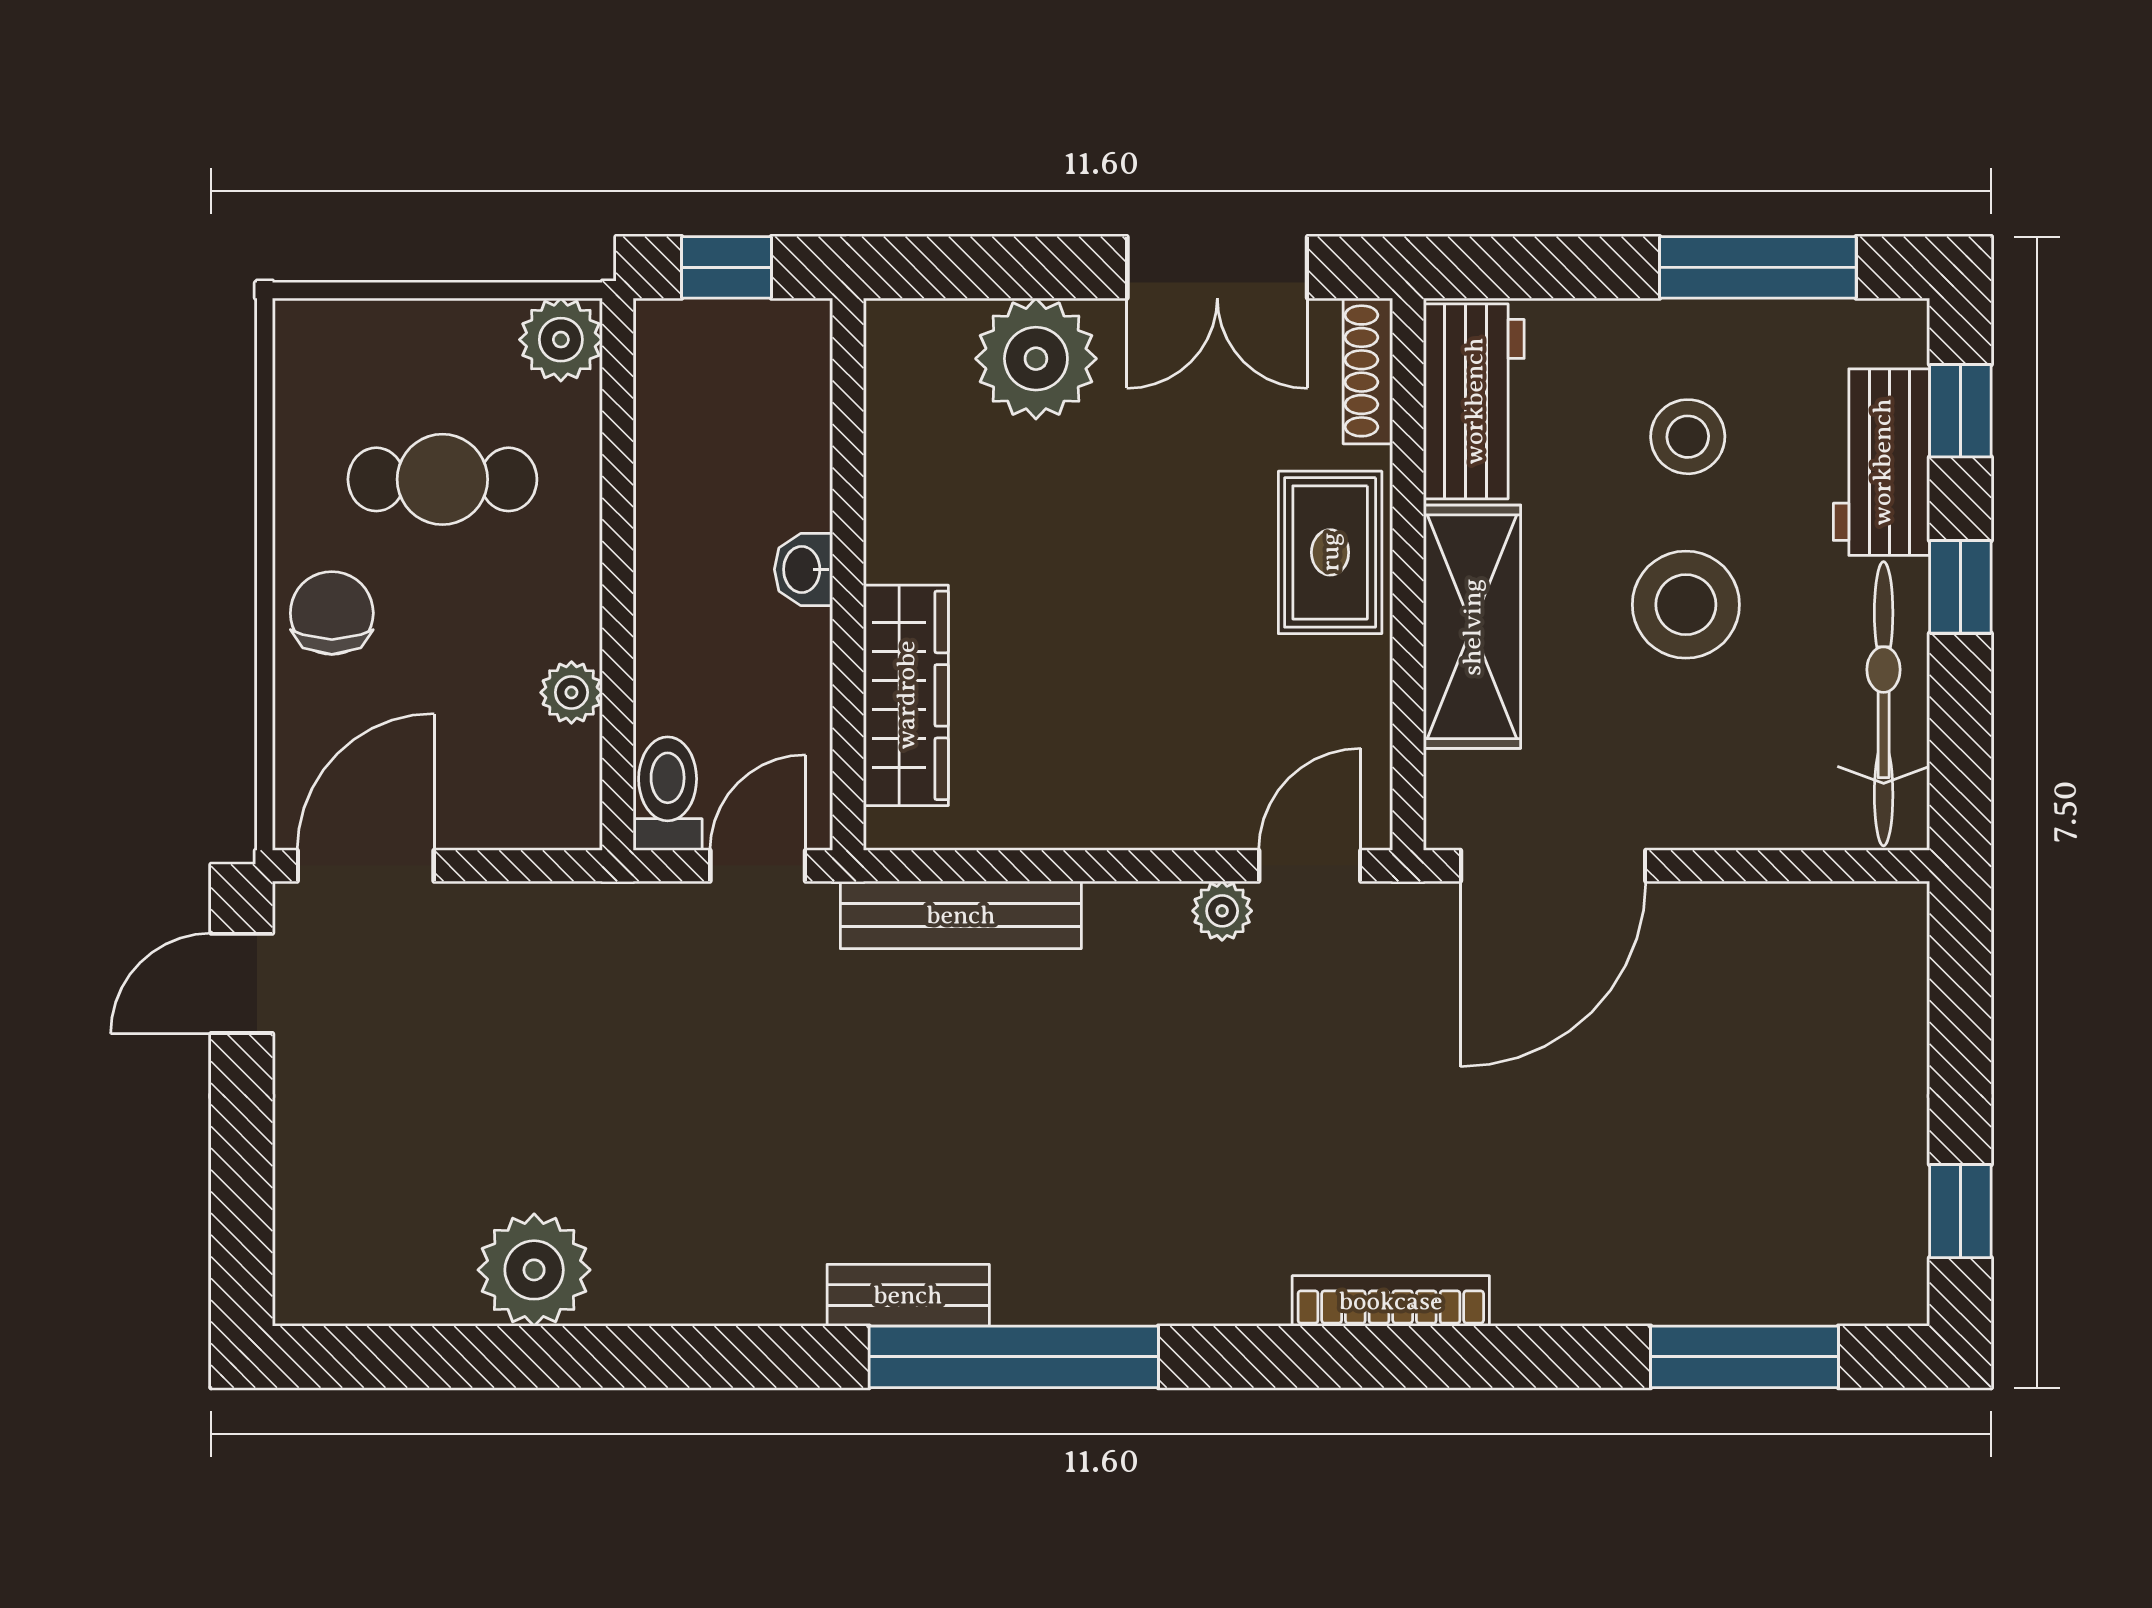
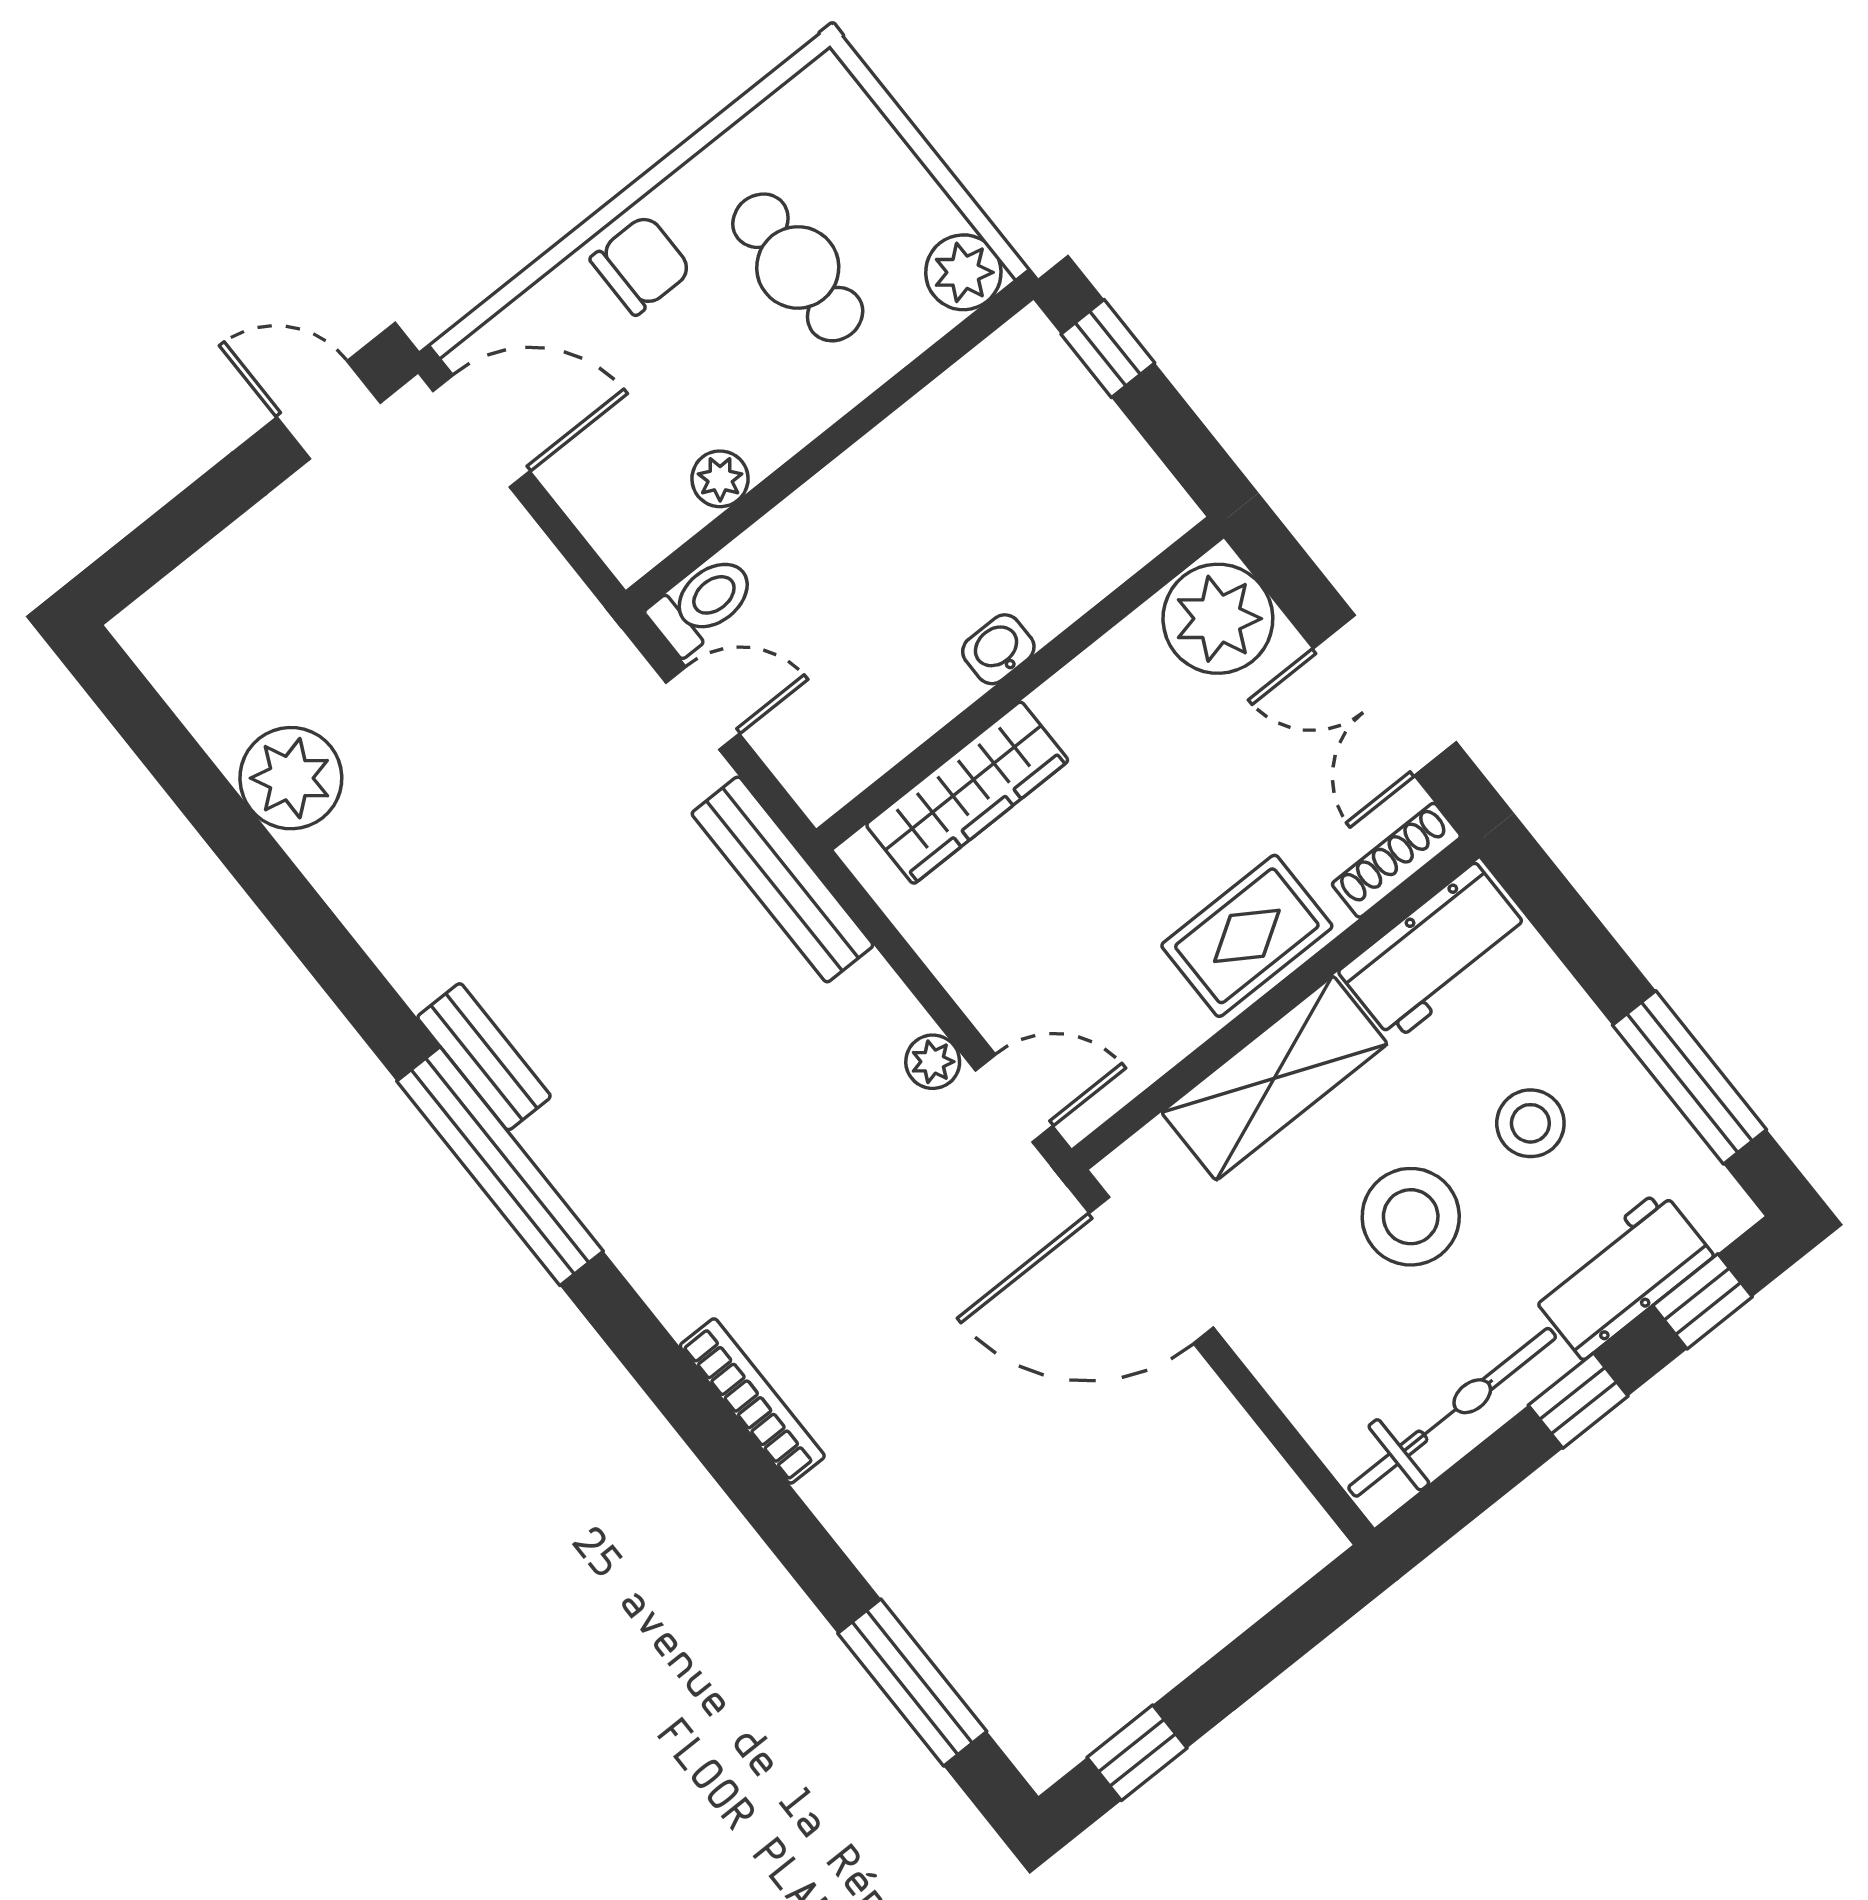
washbasin: (803, 569) -> (998, 649), moved
wall: (848, 574) -> (1020, 683), moved
wardrobe: (906, 695) -> (967, 793), moved

